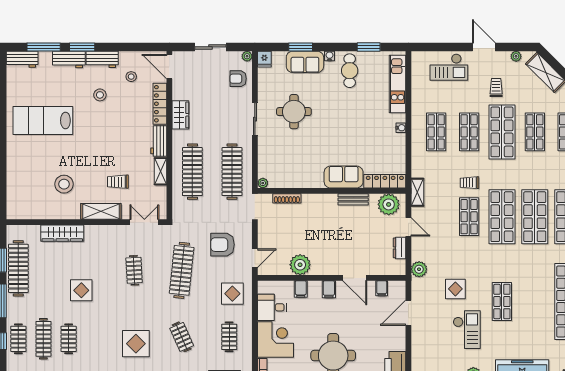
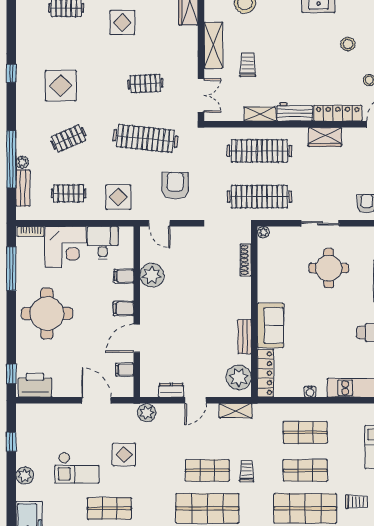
sofa: (344, 177) -> (270, 325), moved
locker: (385, 181) -> (265, 373), moved
plant: (263, 183) -> (263, 232), moved
wall: (332, 191) -> (254, 312), moved
shoe rack: (287, 198) -> (246, 260), moved
bench: (353, 199) -> (245, 337), moved
plant: (389, 204) -> (239, 378), moved

